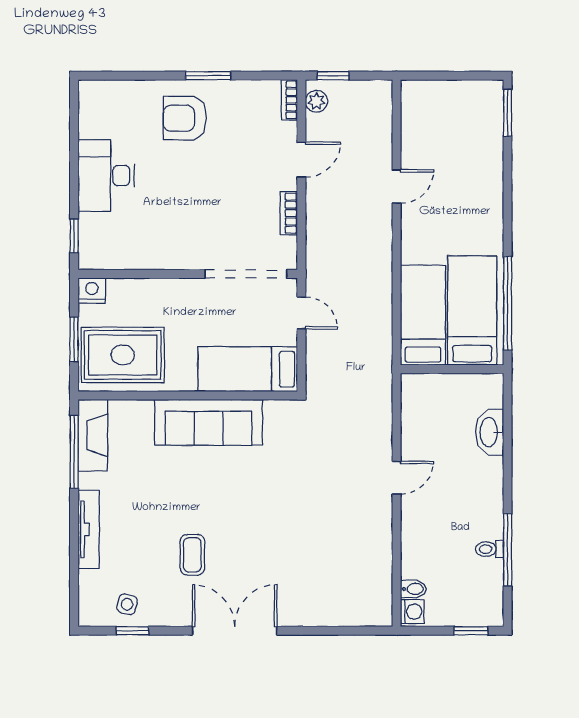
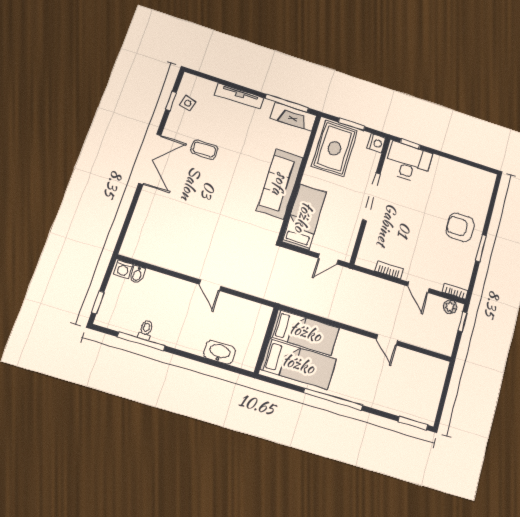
armchair: (185, 118) -> (460, 227), turned -90
desk: (106, 175) -> (408, 162), moved
doorway: (246, 274) -> (371, 197), moved
window: (508, 303) -> (333, 399), moved

